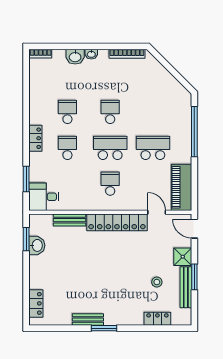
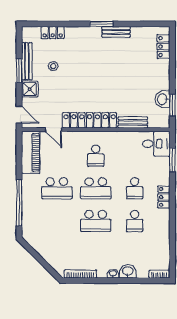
school desk: (110, 112) -> (96, 221), width x1.85

